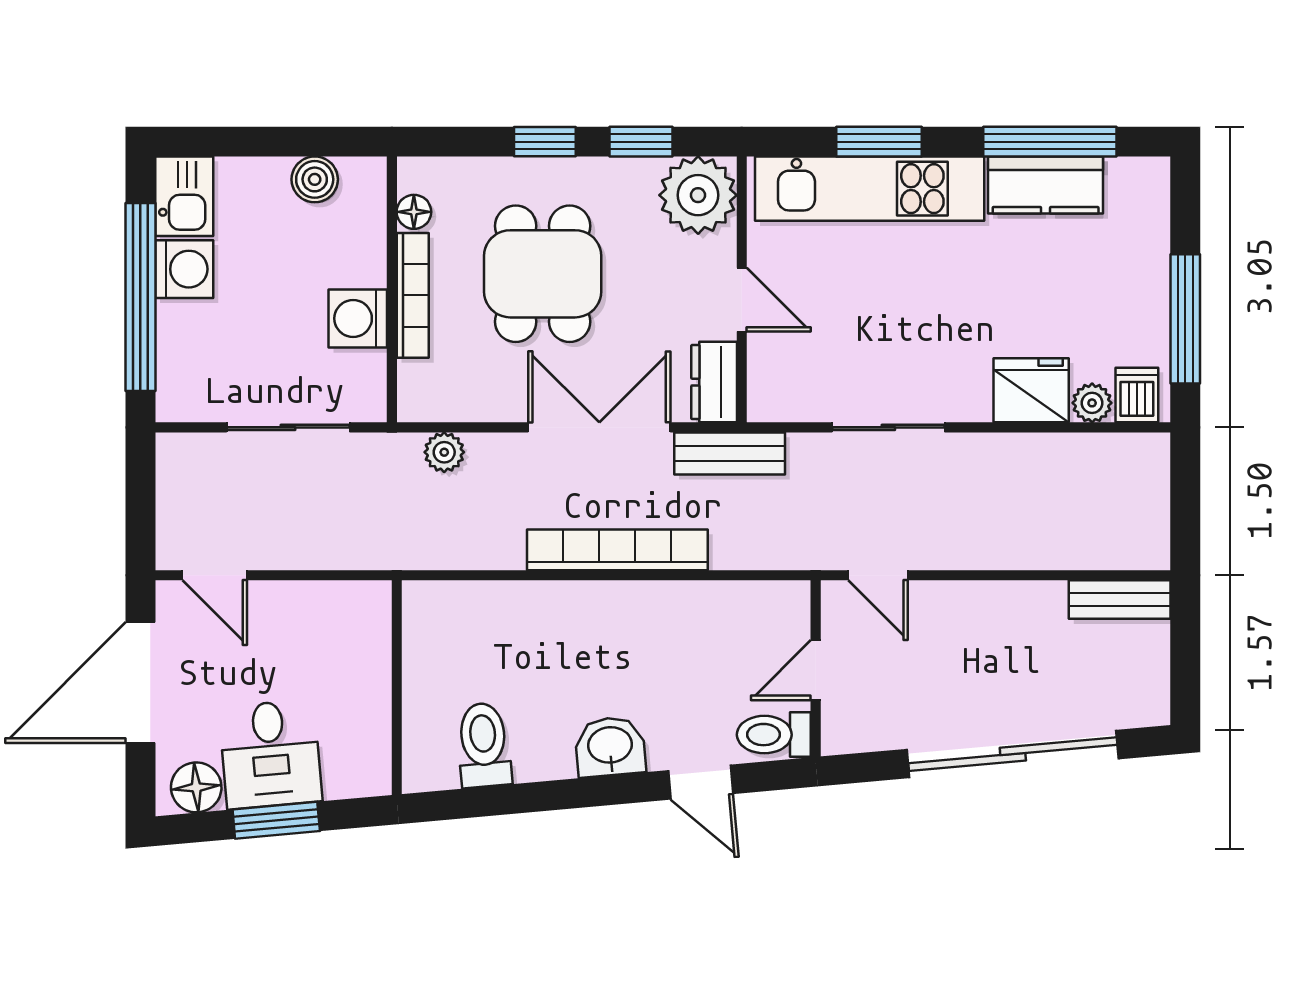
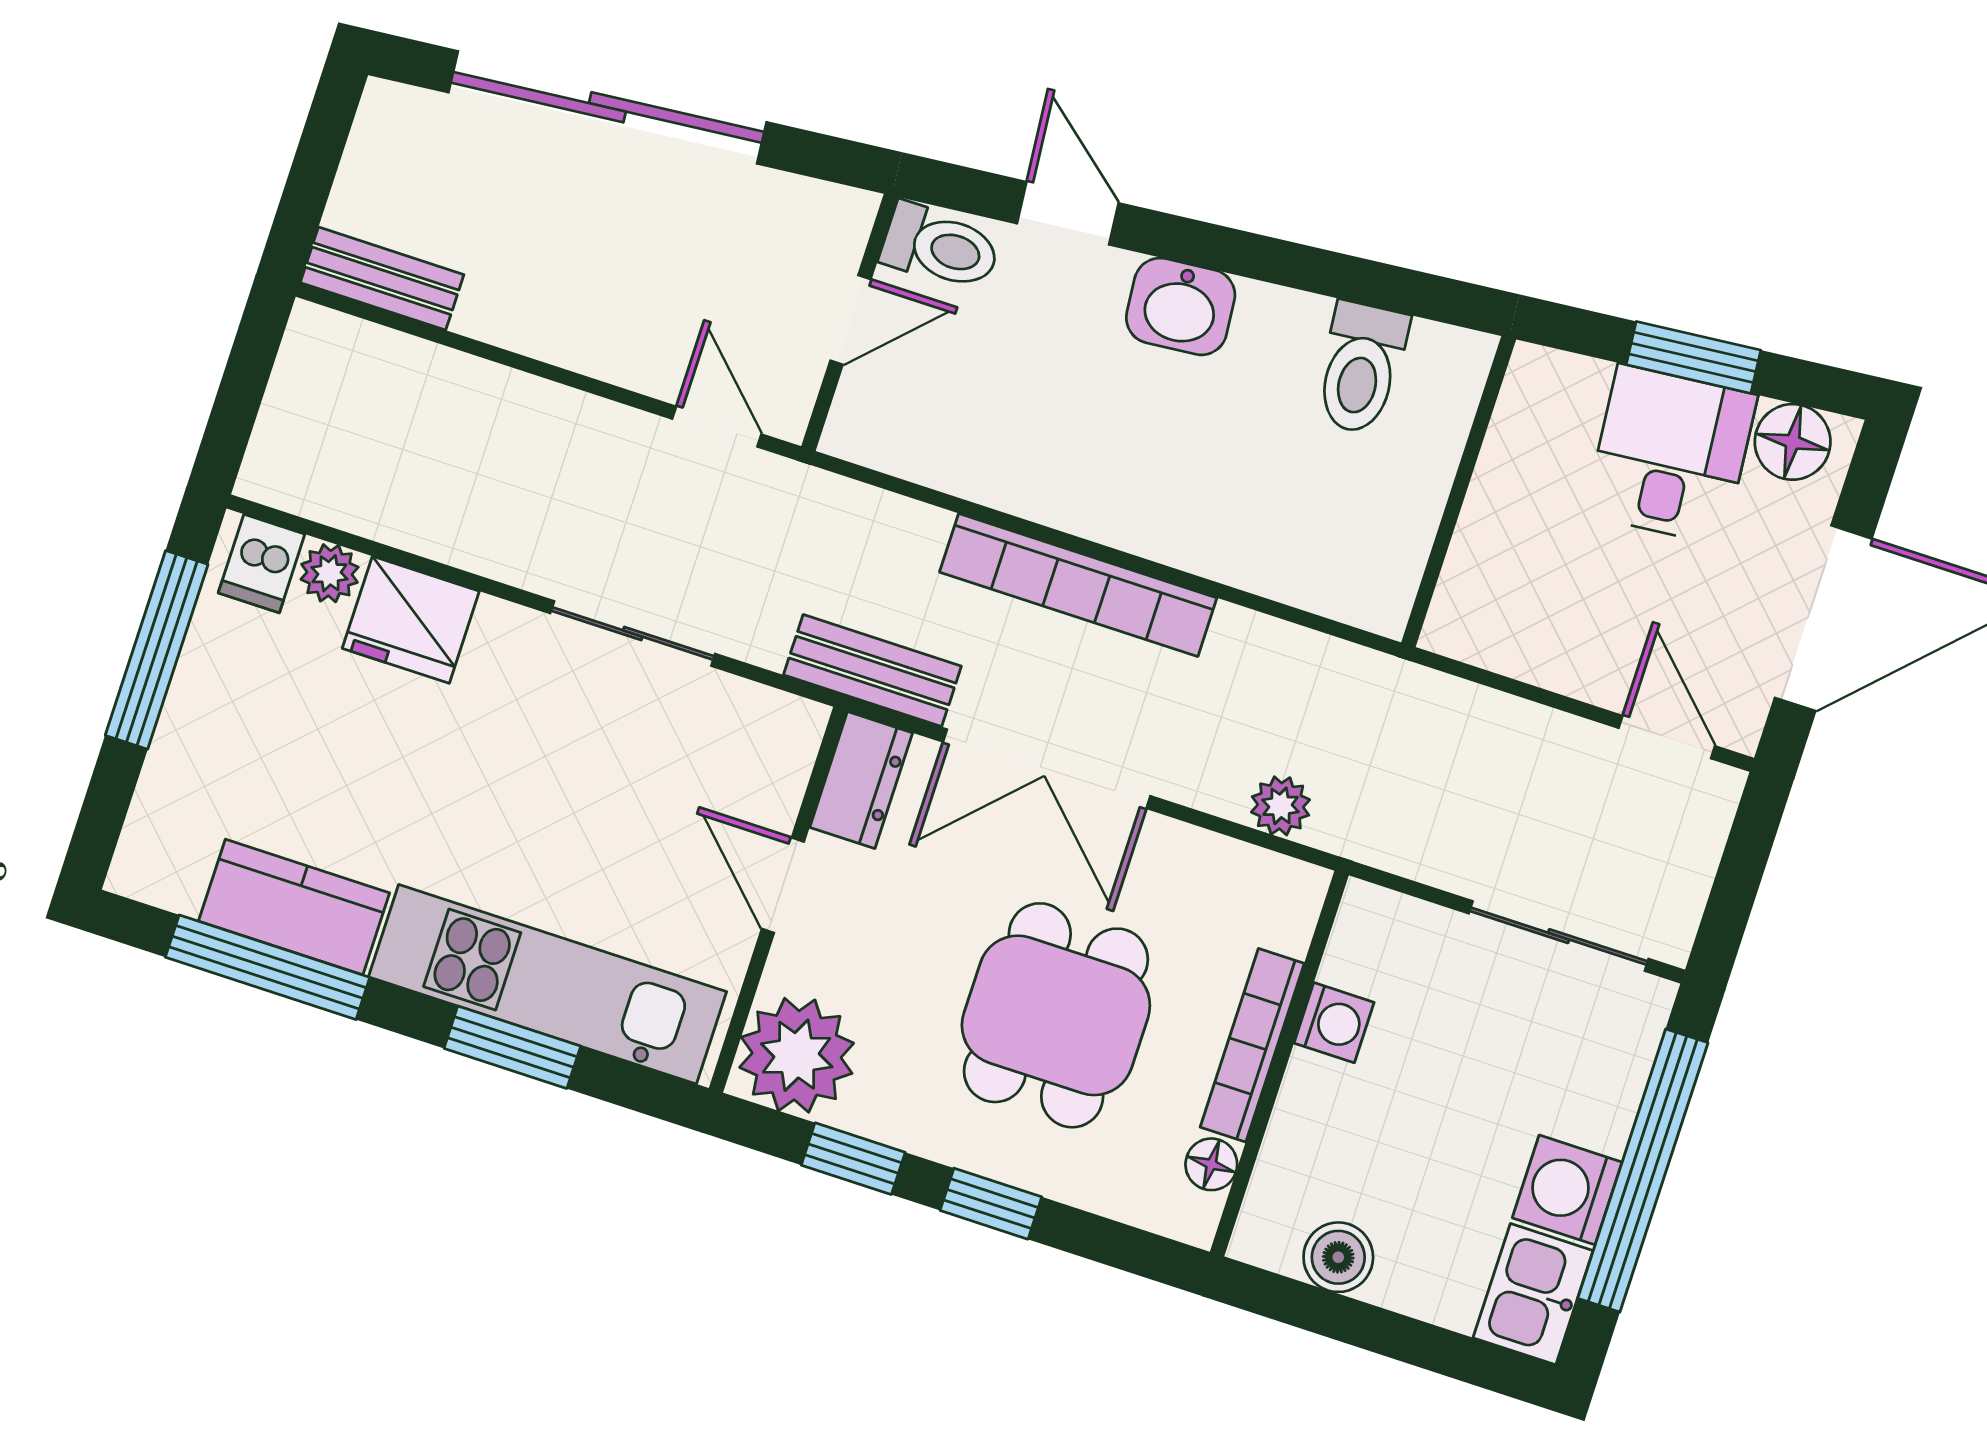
washing machine: (358, 318) -> (1334, 1023), width x0.73, depth x0.73
sliding door: (288, 427) -> (1559, 936), moved

